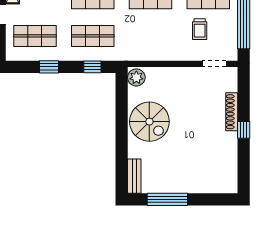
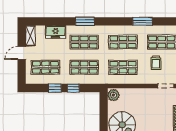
shop shelf: (151, 36) -> (123, 67), added
window: (92, 67) -> (73, 88), moved

